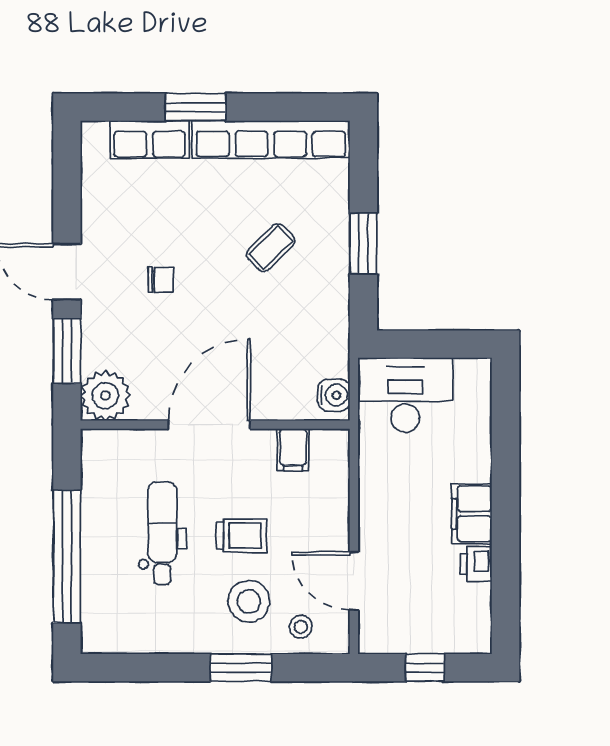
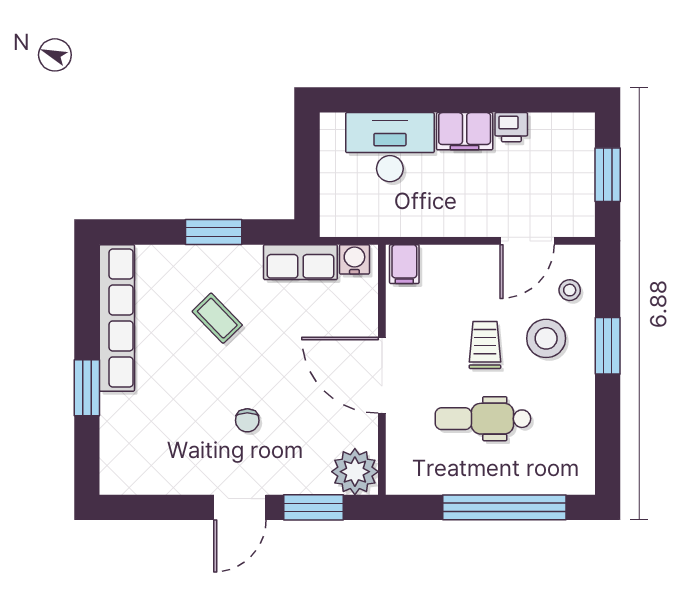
row of seats: (150, 140) -> (300, 262), moved, turned 90
chair: (161, 280) -> (247, 420), turned 180
desk: (405, 395) -> (390, 147), moved, turned 90
filing cabinet: (293, 450) -> (404, 264), moved, turned 90
window: (425, 668) -> (608, 175), width x1.50

